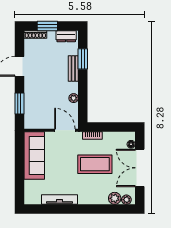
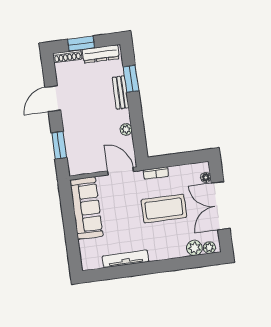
dresser: (66, 36) -> (101, 54), width x1.44

